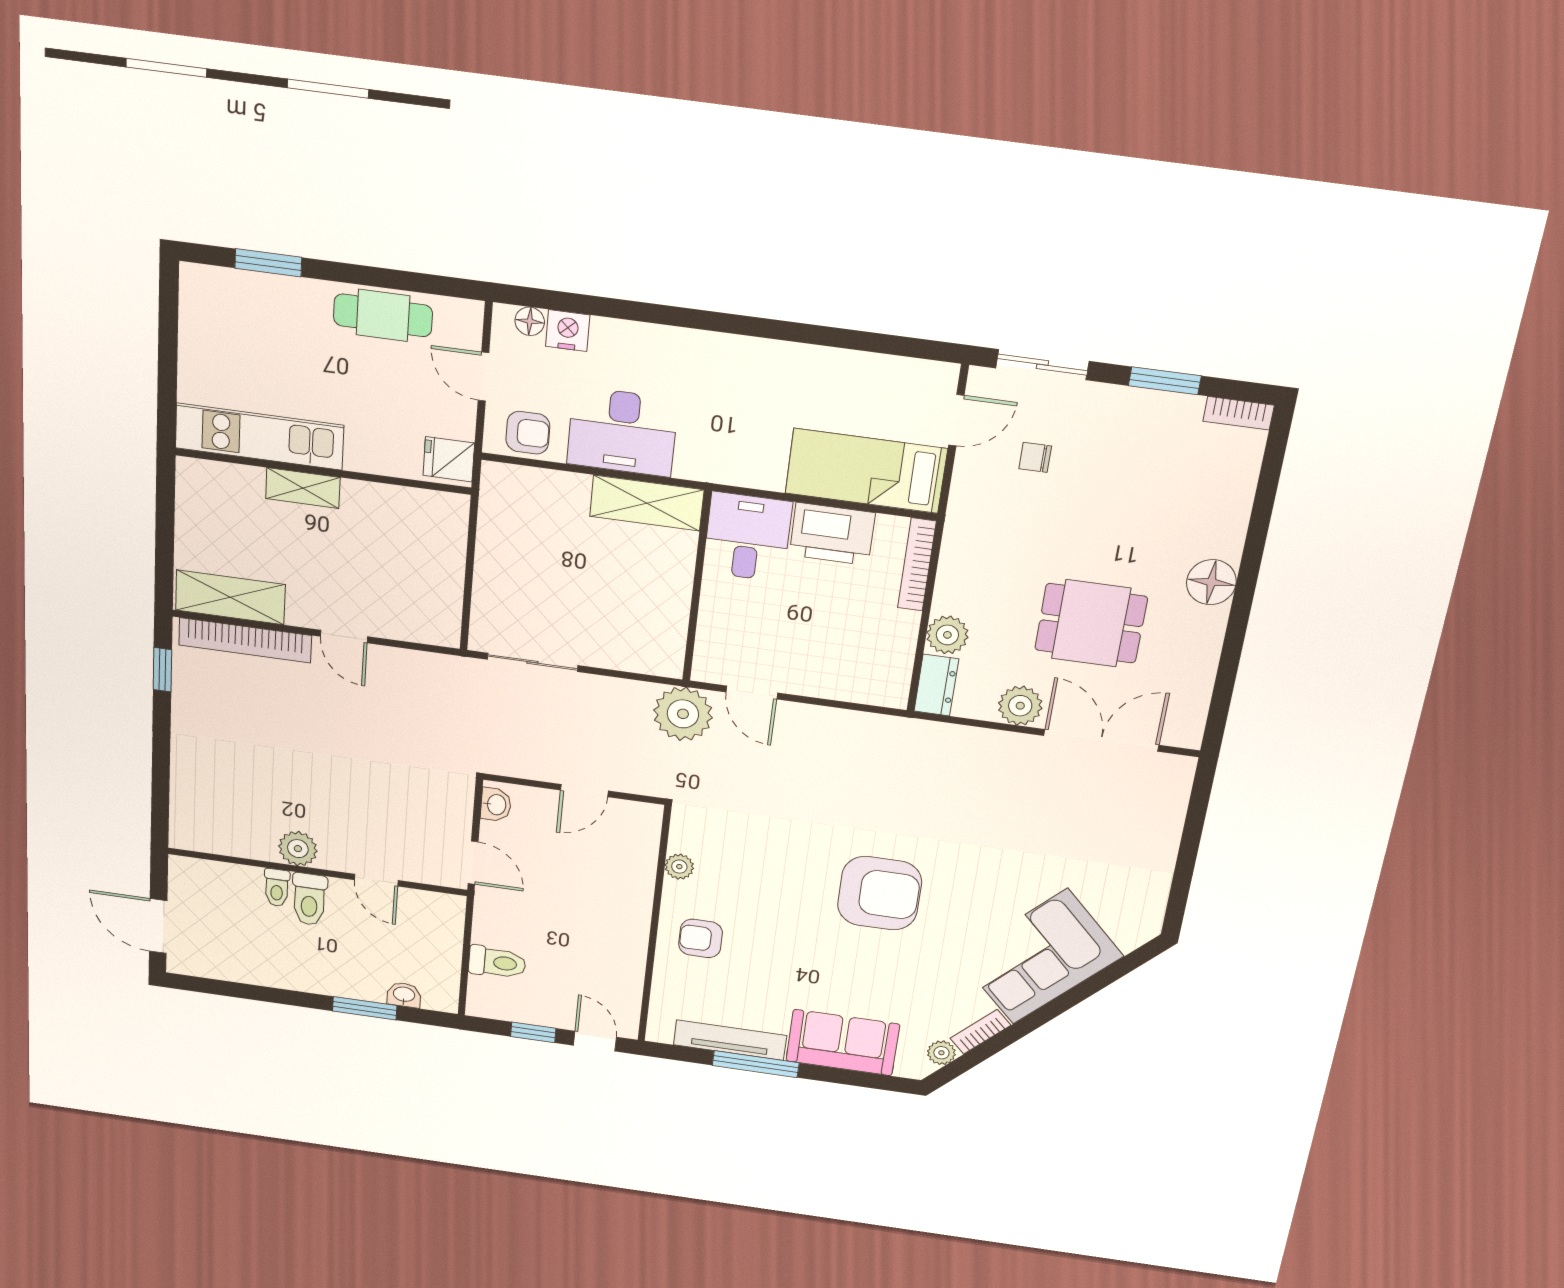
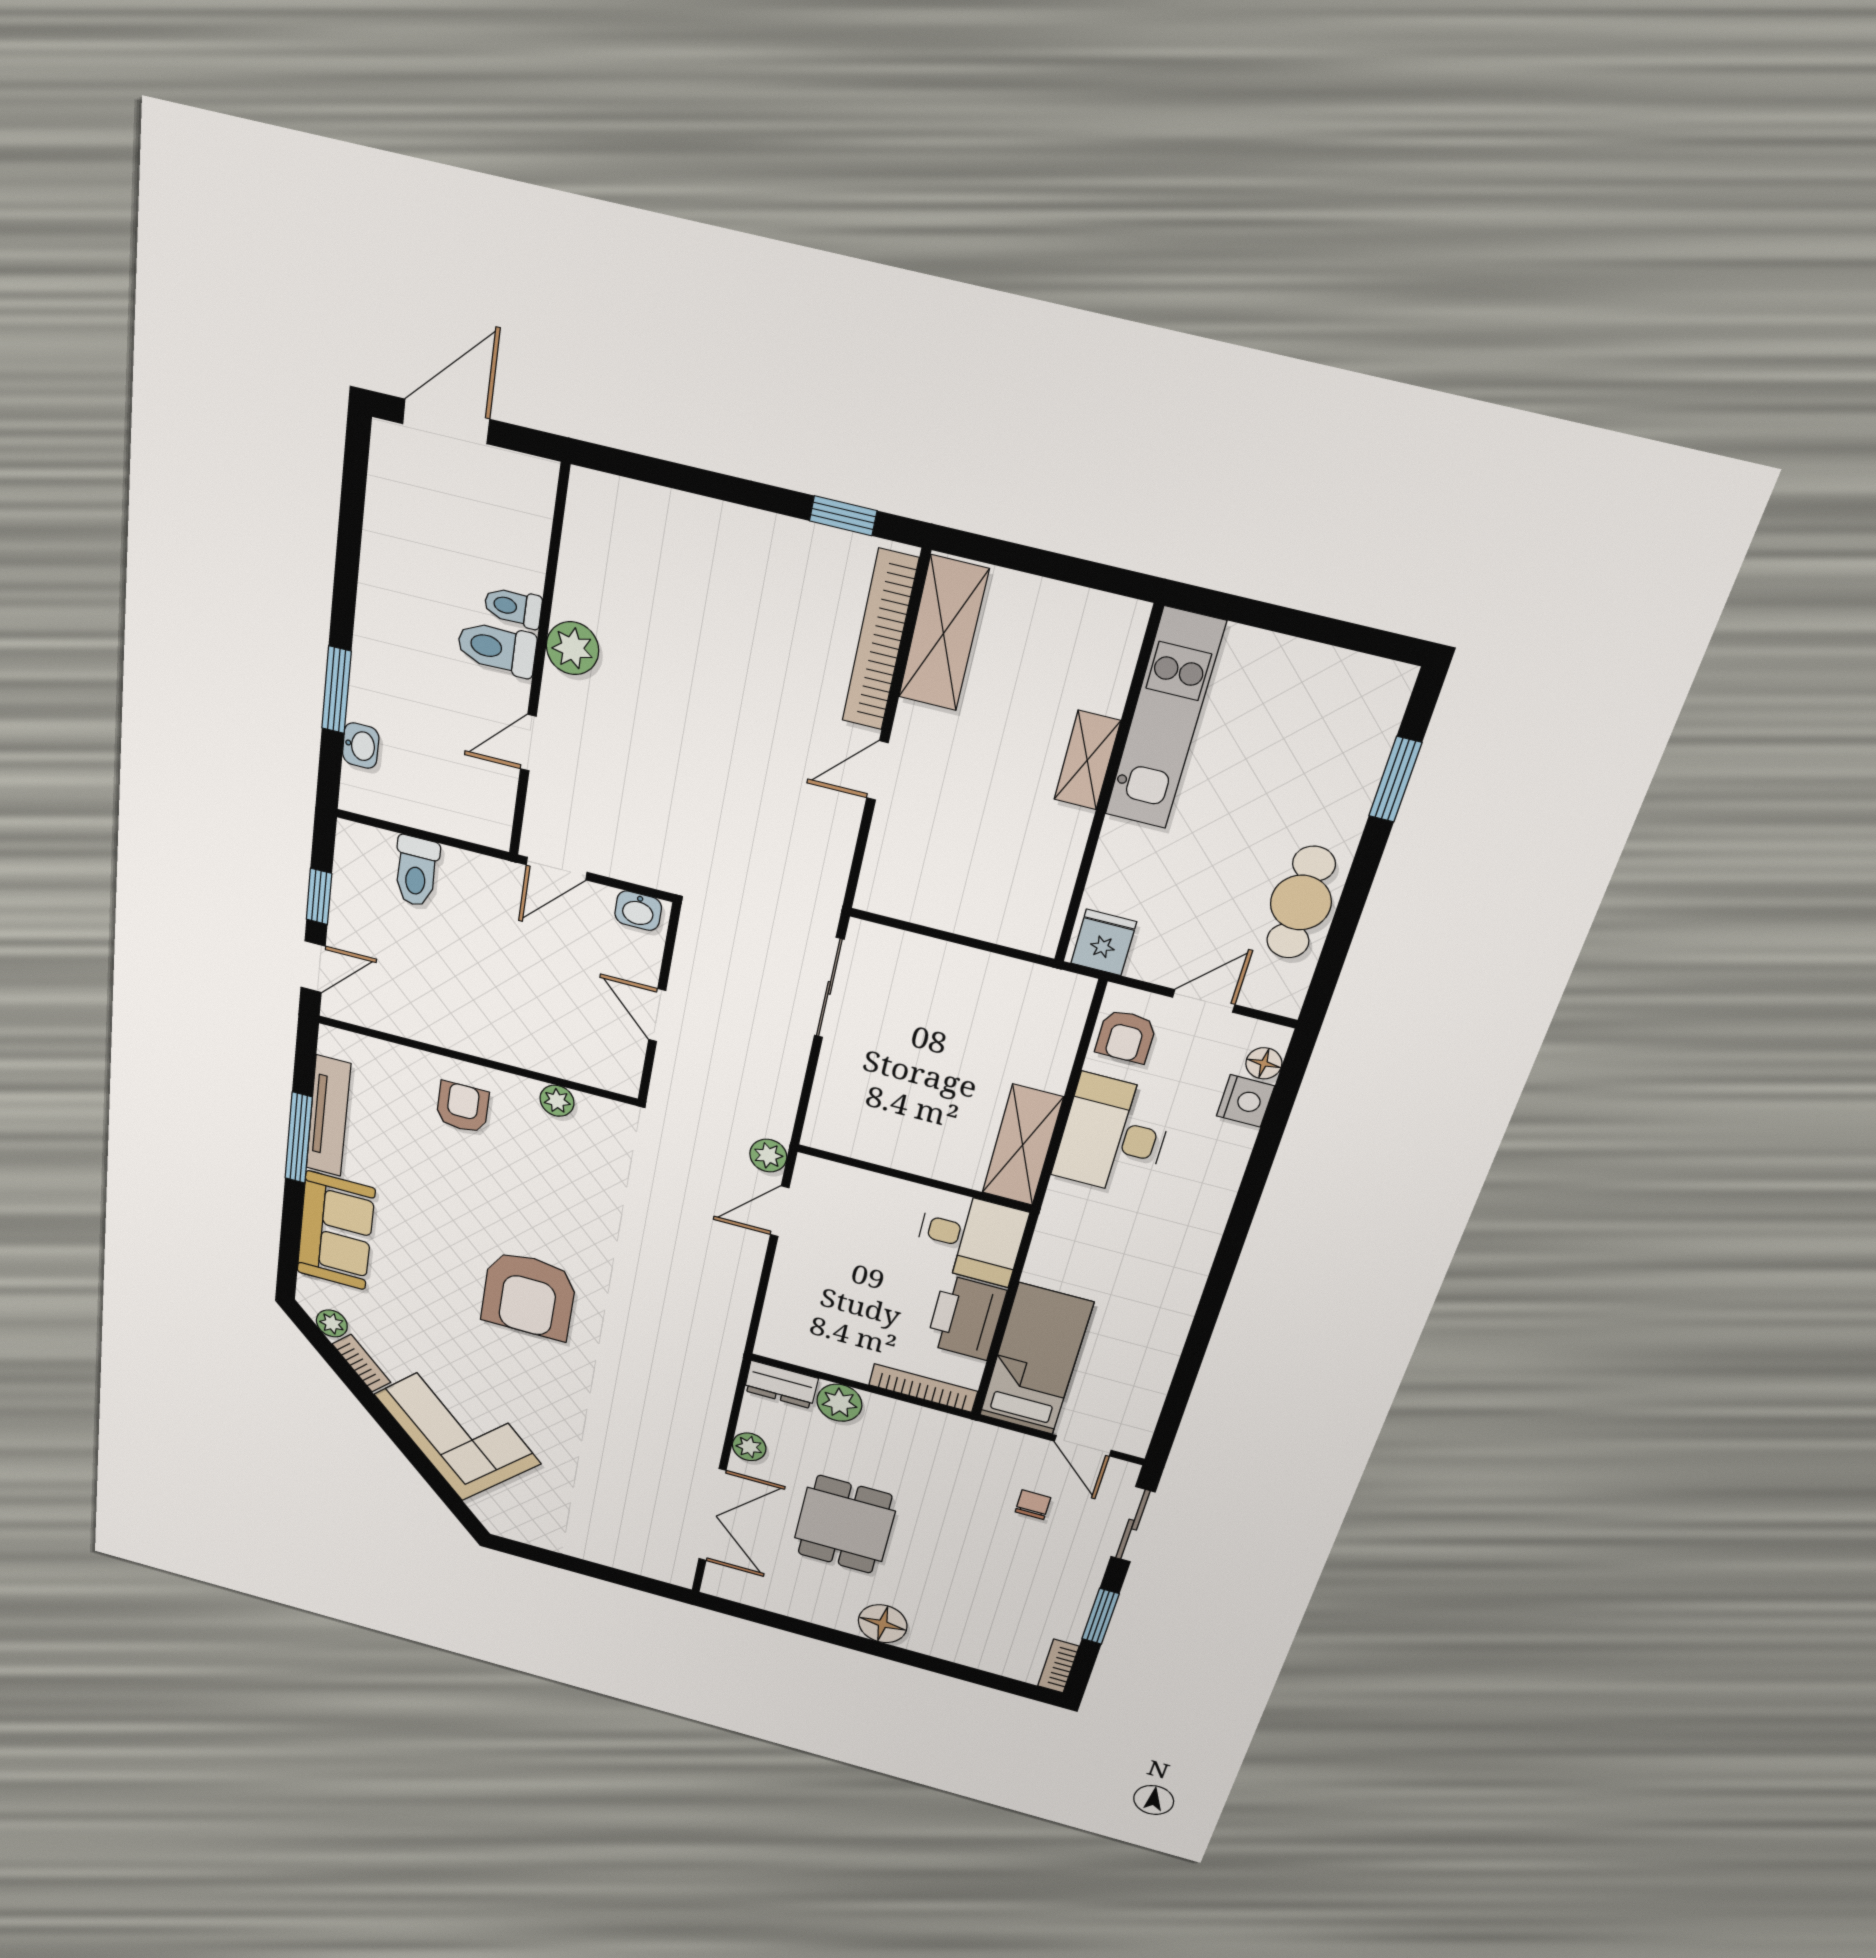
plant: (1020, 706) -> (749, 1447), width x0.73, depth x0.73
plant: (683, 714) -> (768, 1156), width x0.53, depth x0.53

